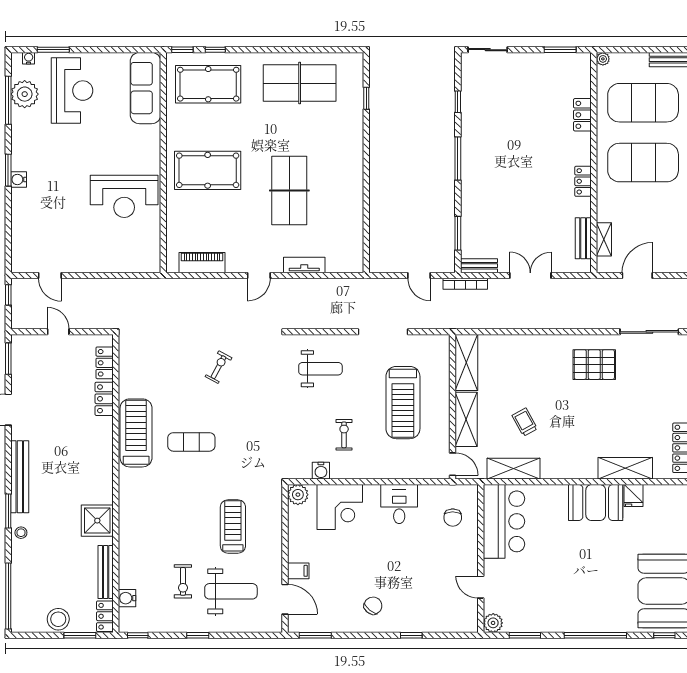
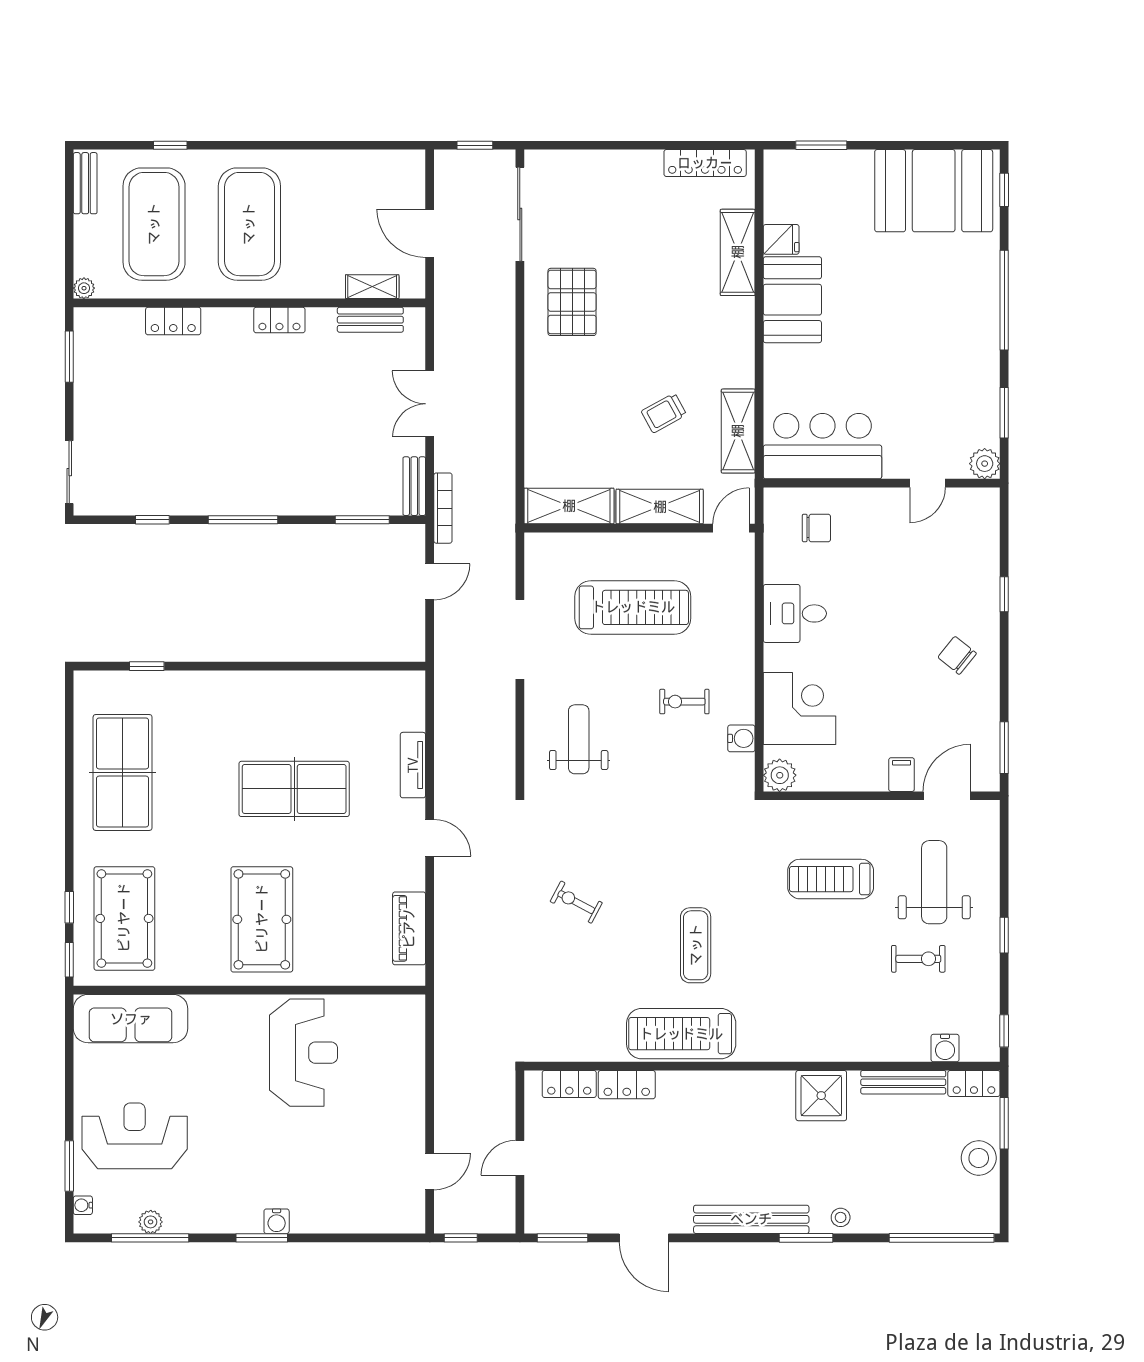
plant: (25, 94) -> (151, 1222), width x0.53, depth x0.53

